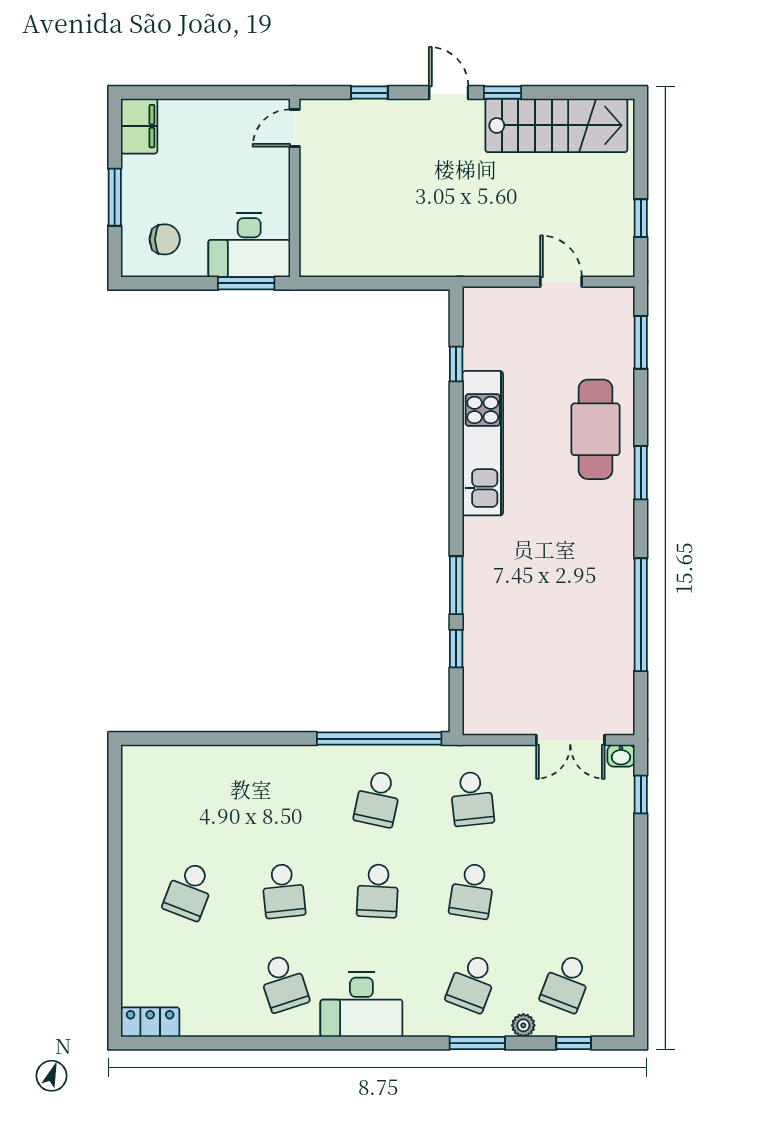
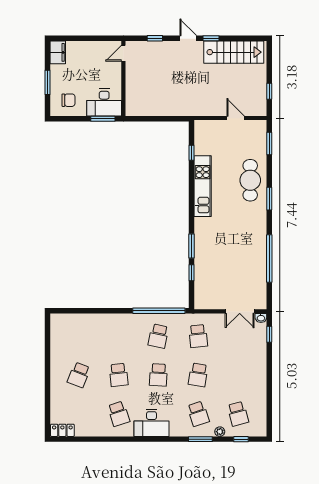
school desk: (472, 983) -> (198, 414), turned -39
school desk: (566, 983) -> (238, 414), turned -36

